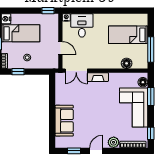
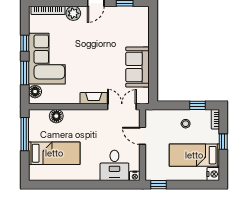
sofa: (64, 121) -> (137, 67), moved
window: (151, 133) -> (25, 43), moved

